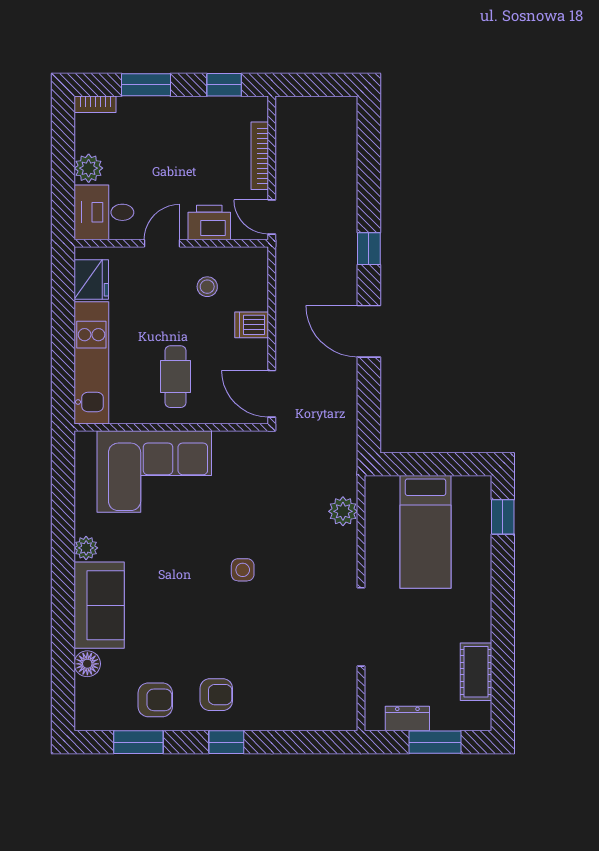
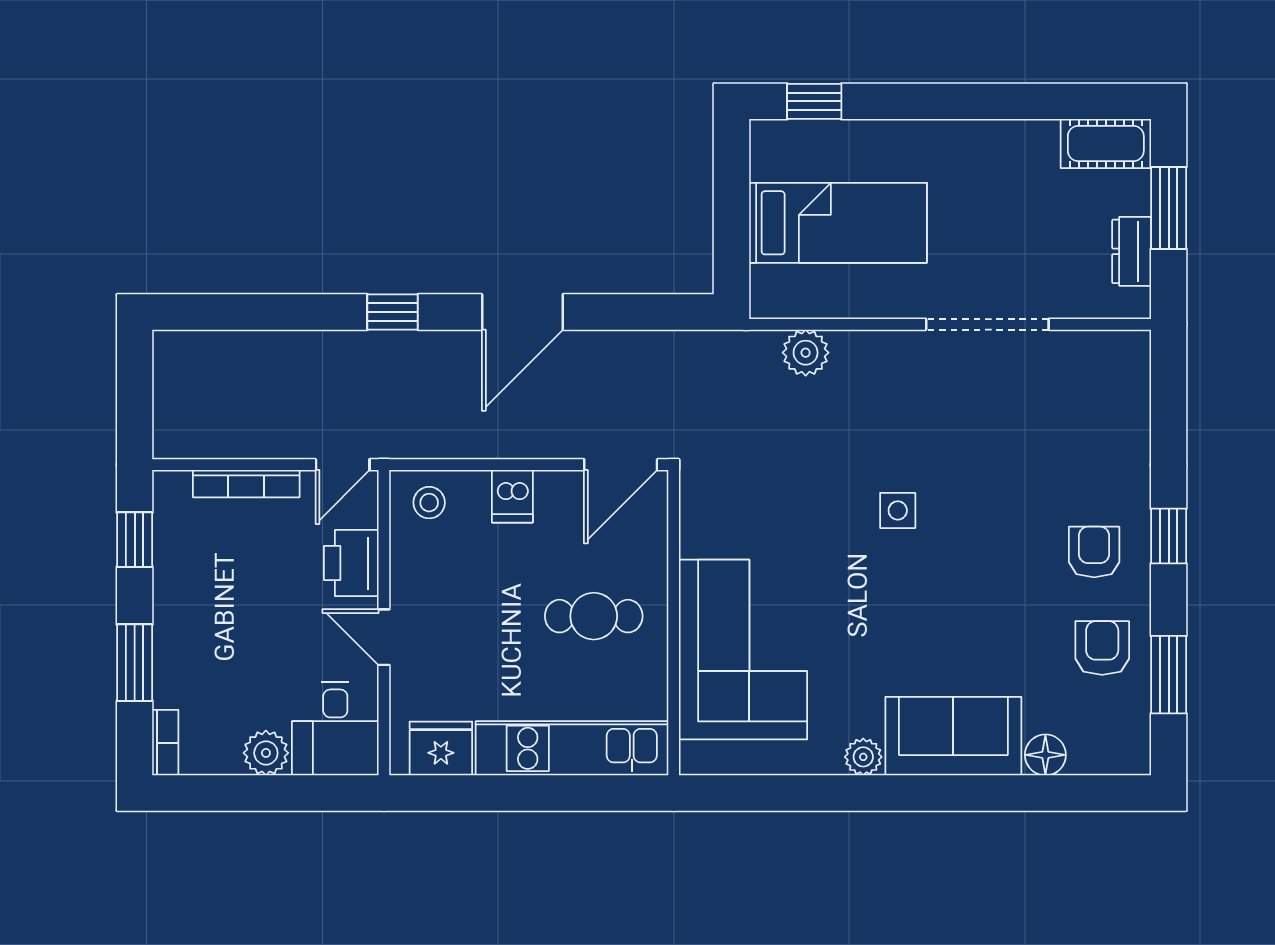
stool: (207, 287) -> (429, 503), moved
cot: (476, 672) -> (1106, 143), moved

